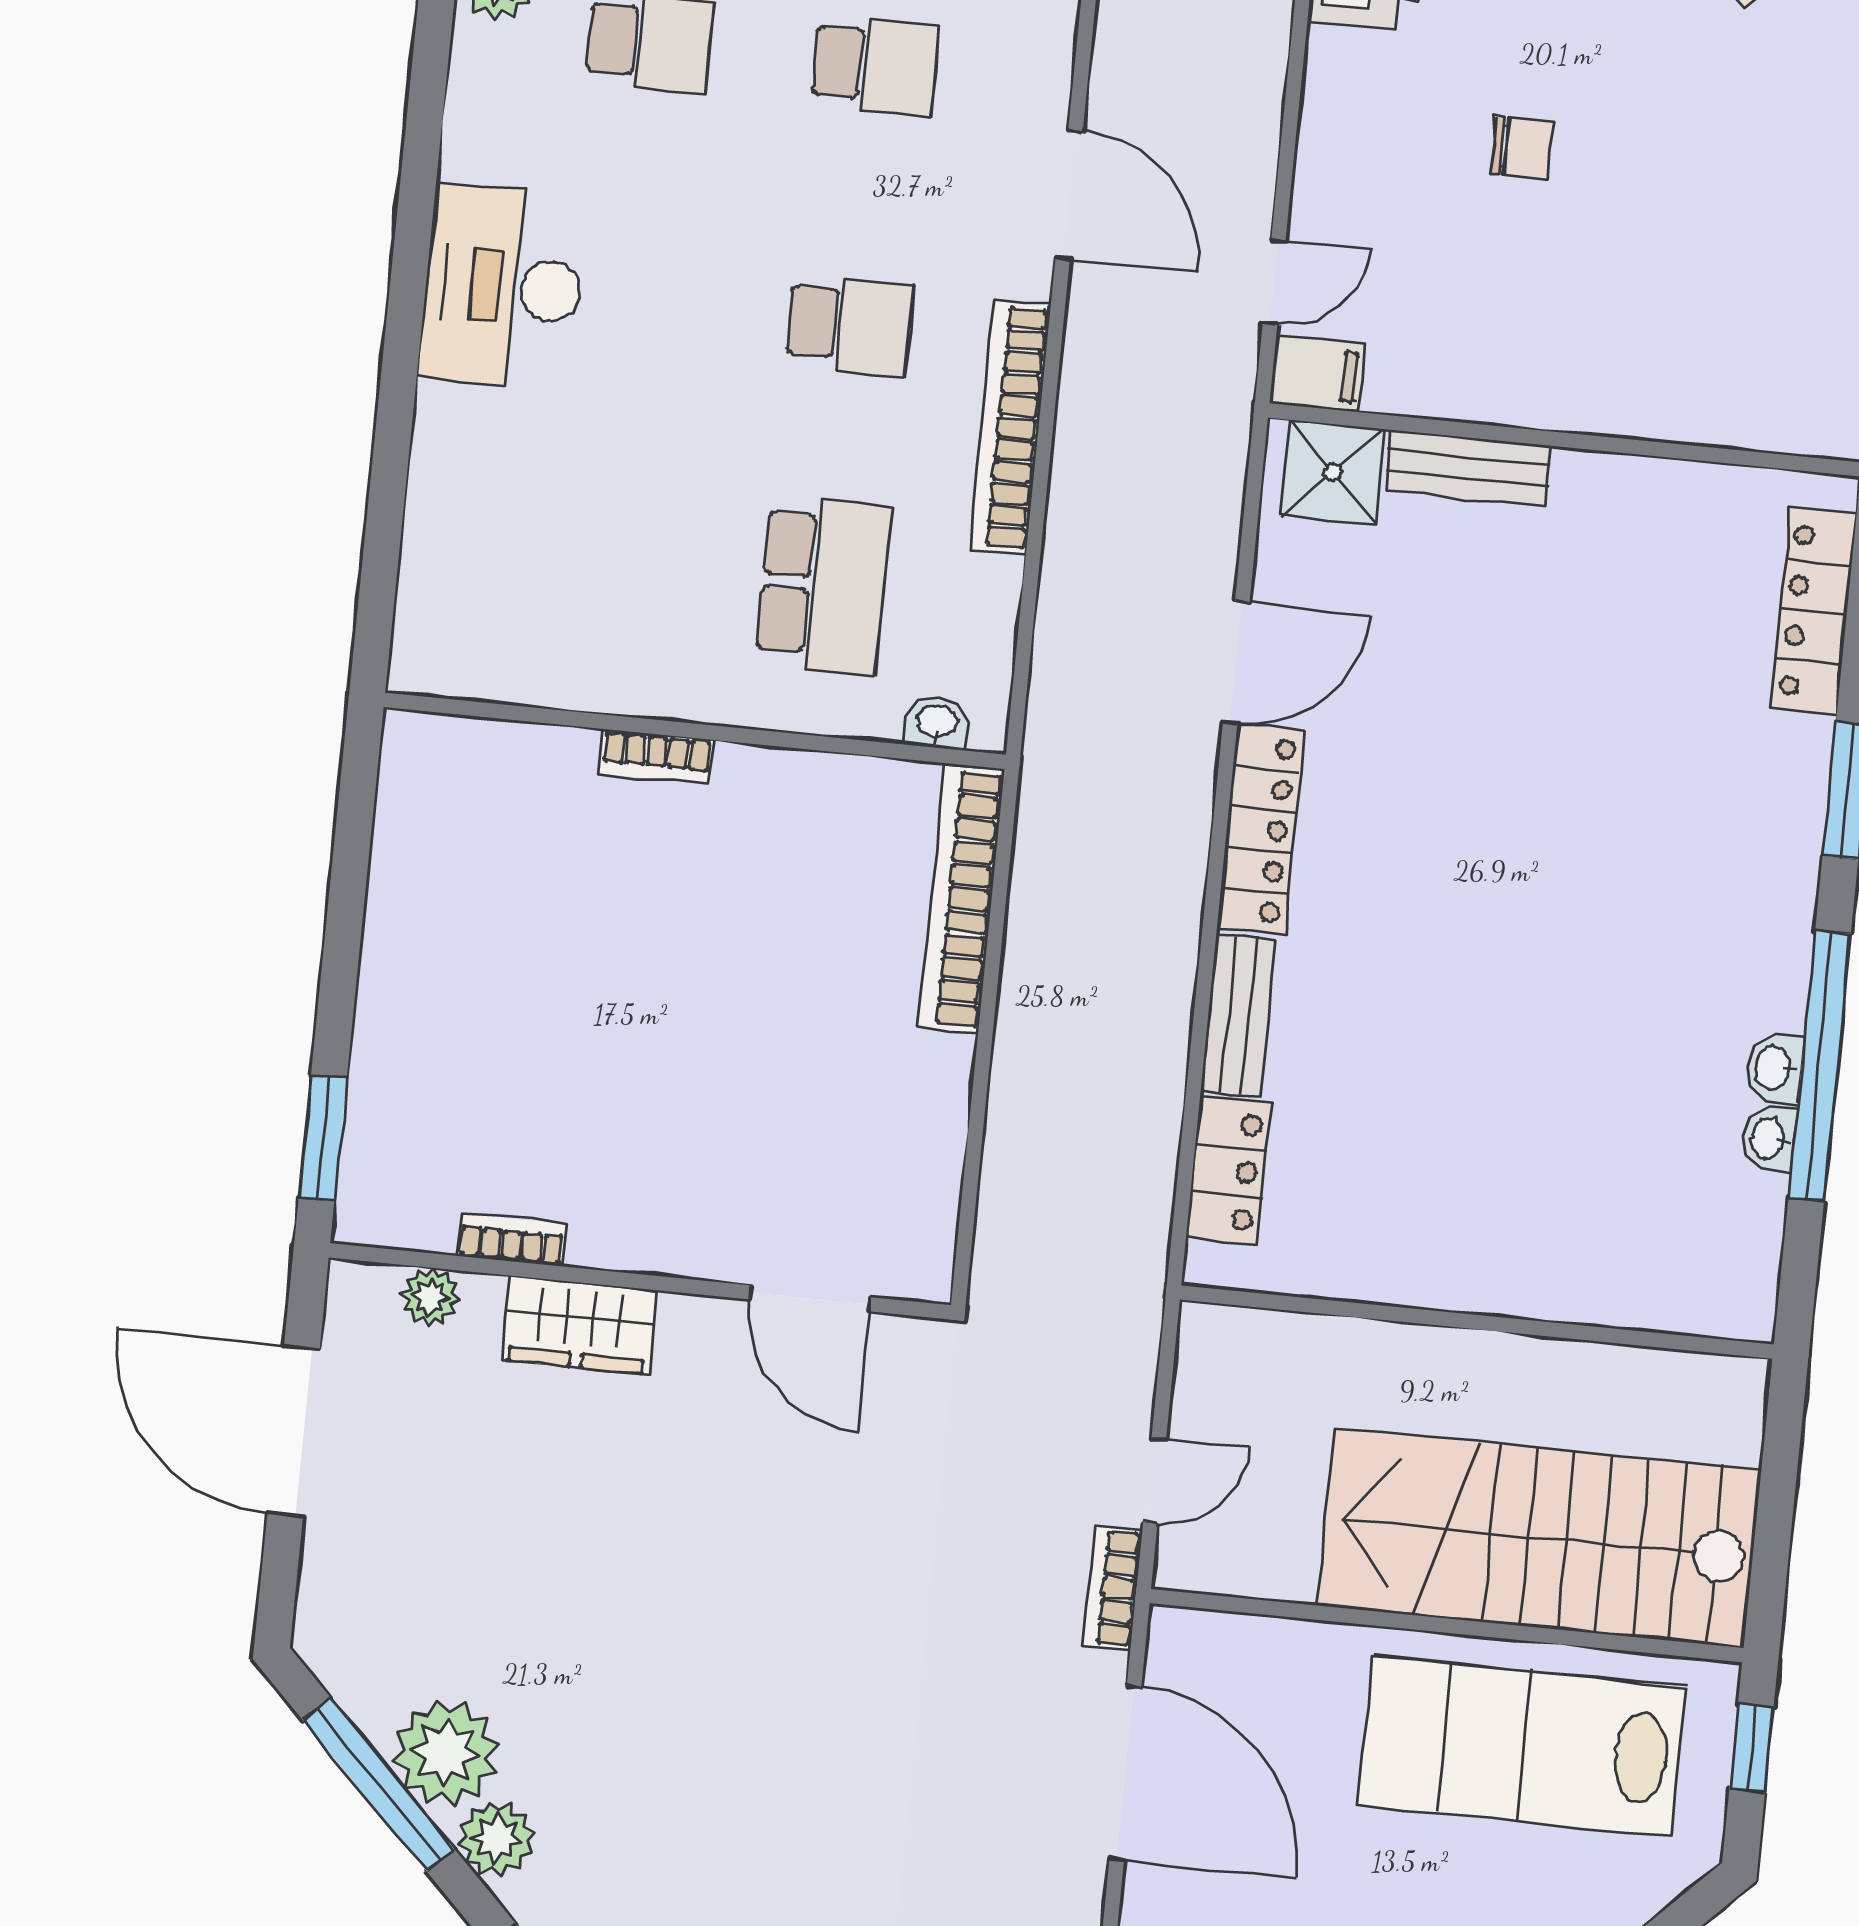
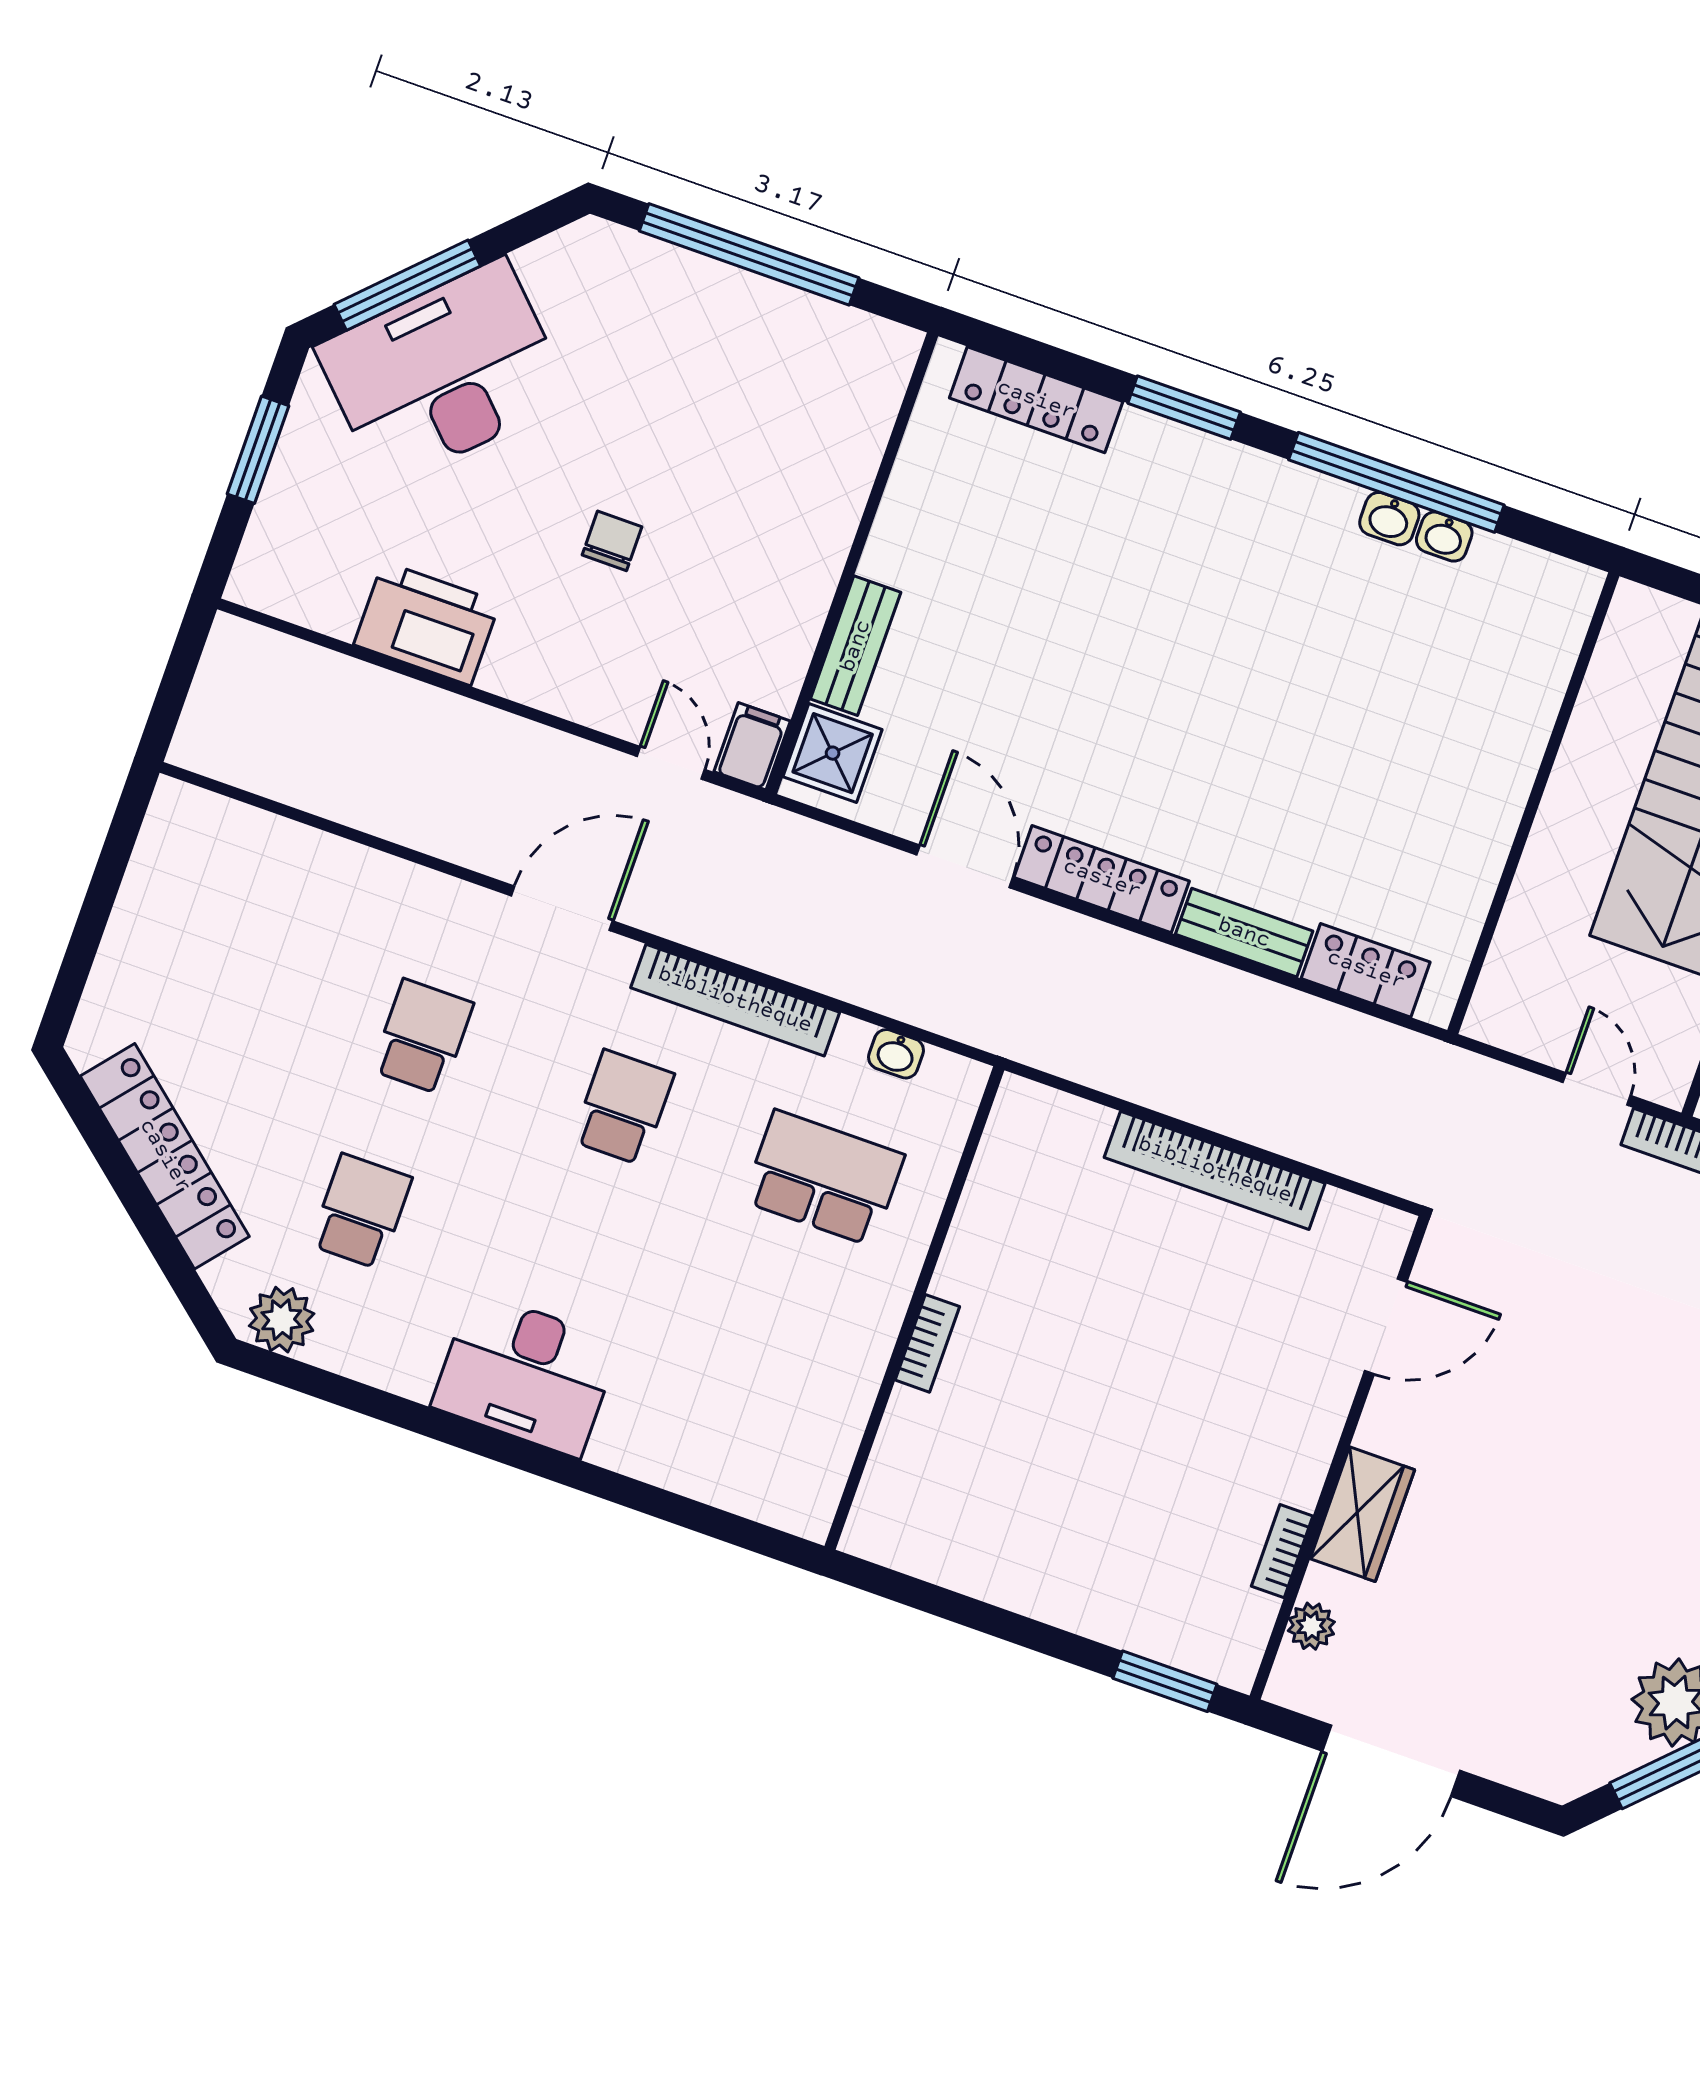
washbasin: (937, 723) -> (896, 1054), moved, turned -90
bookcase: (961, 898) -> (1215, 1170), moved

